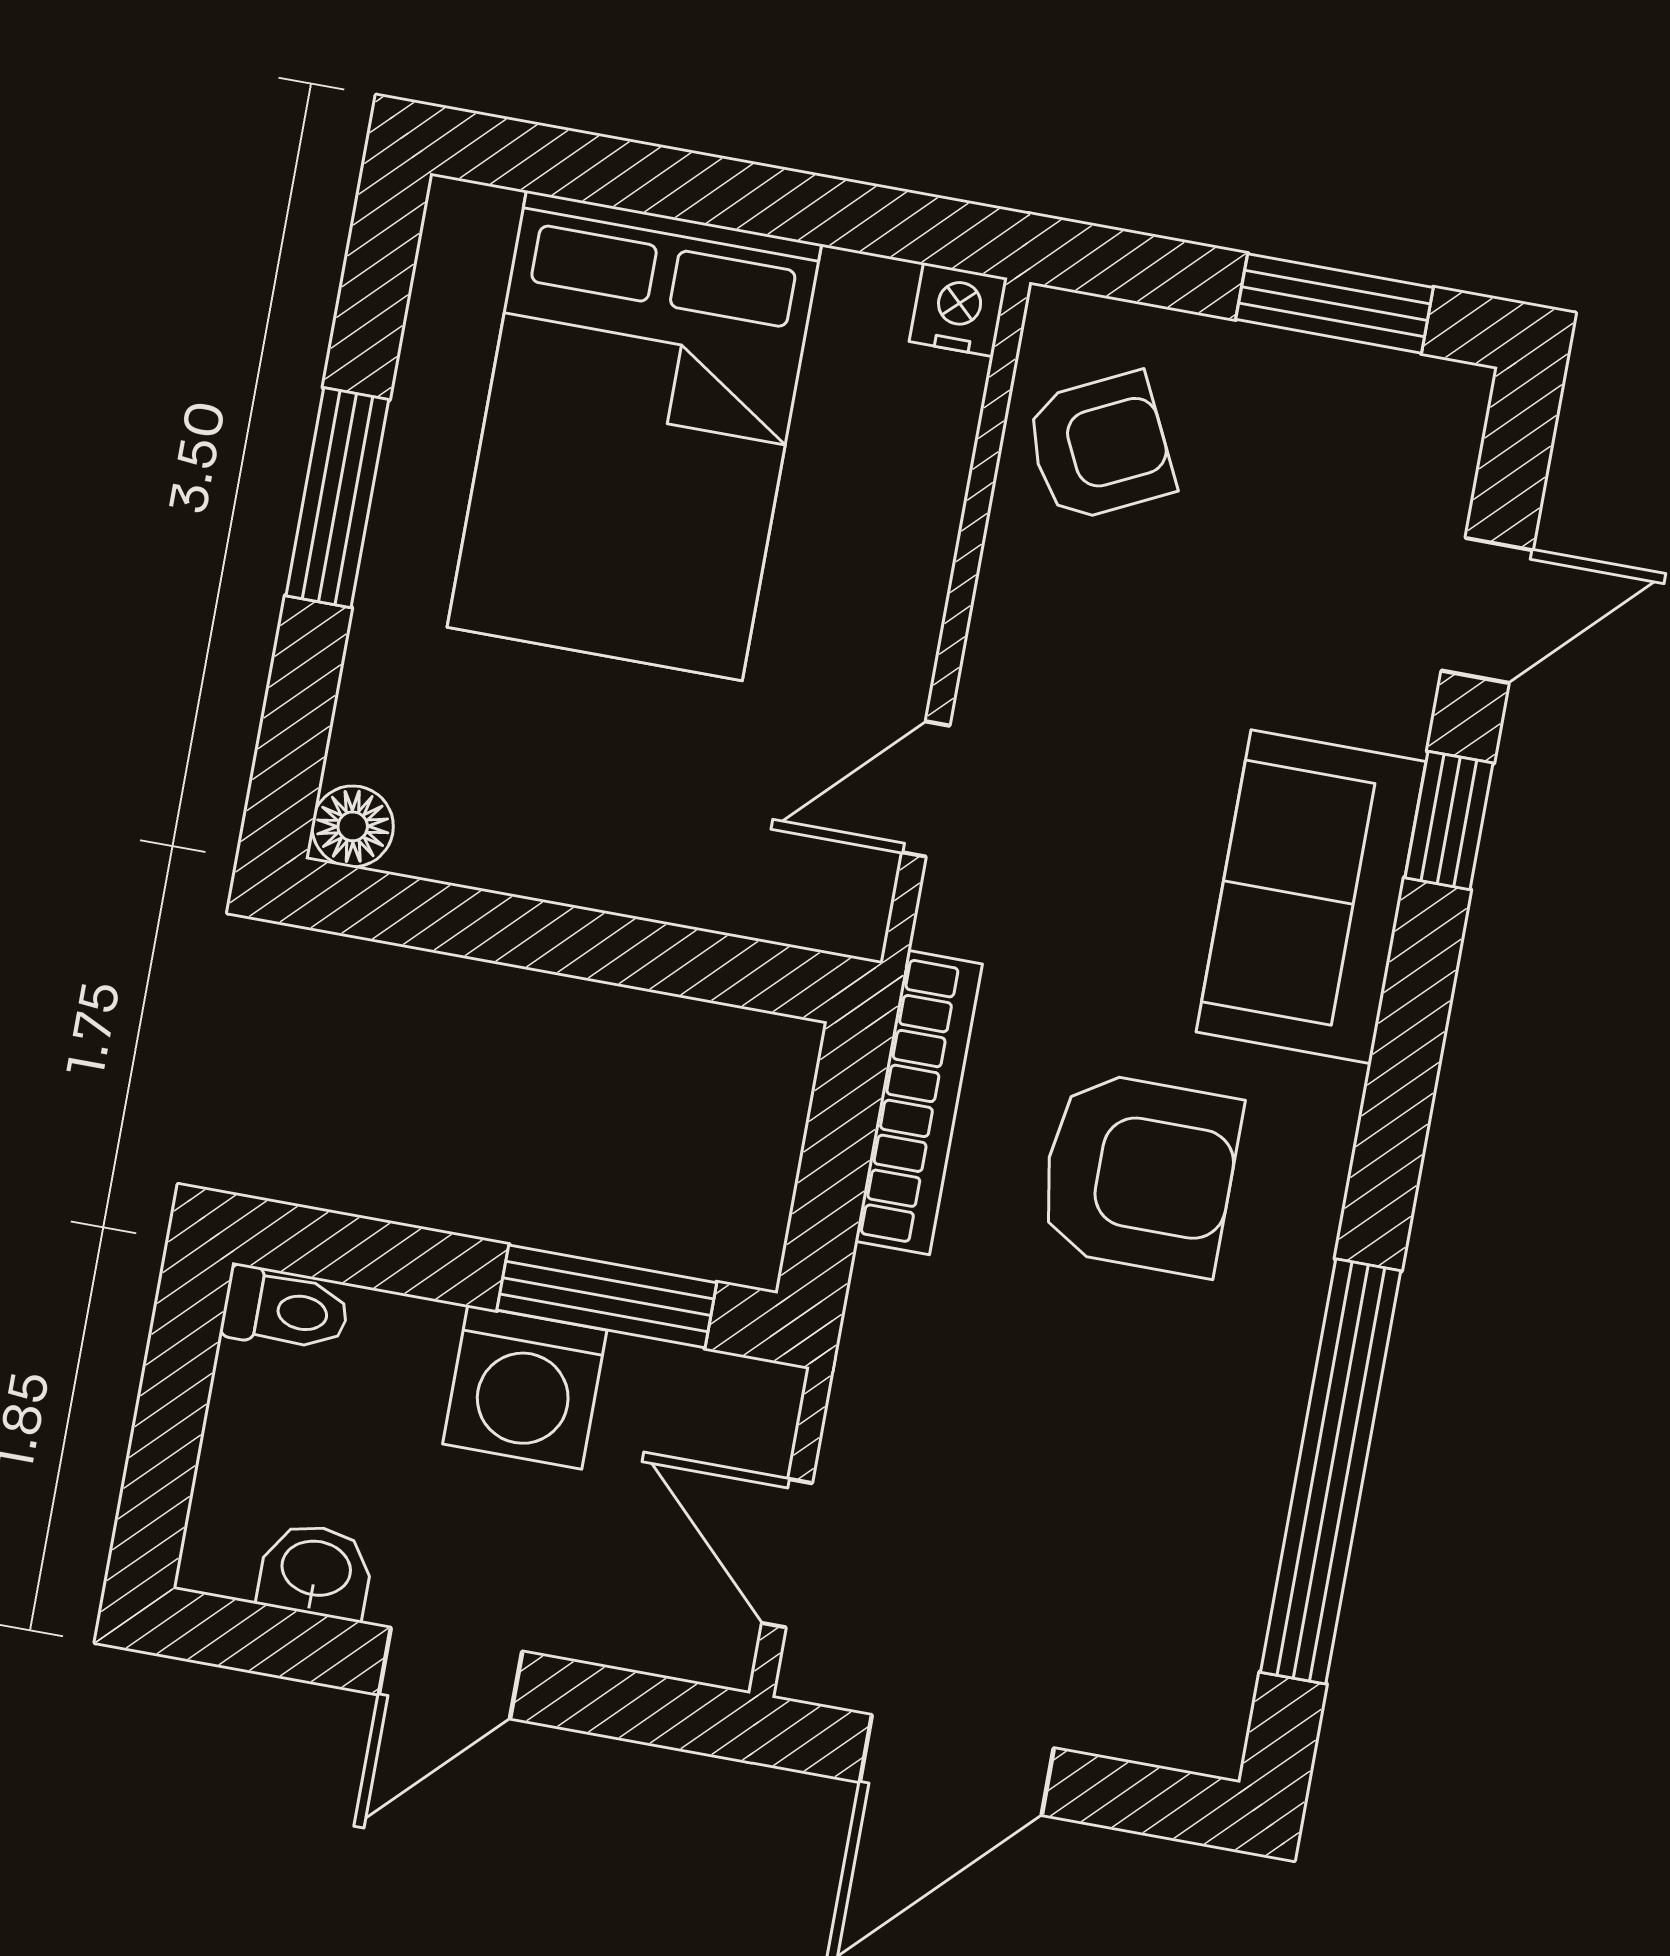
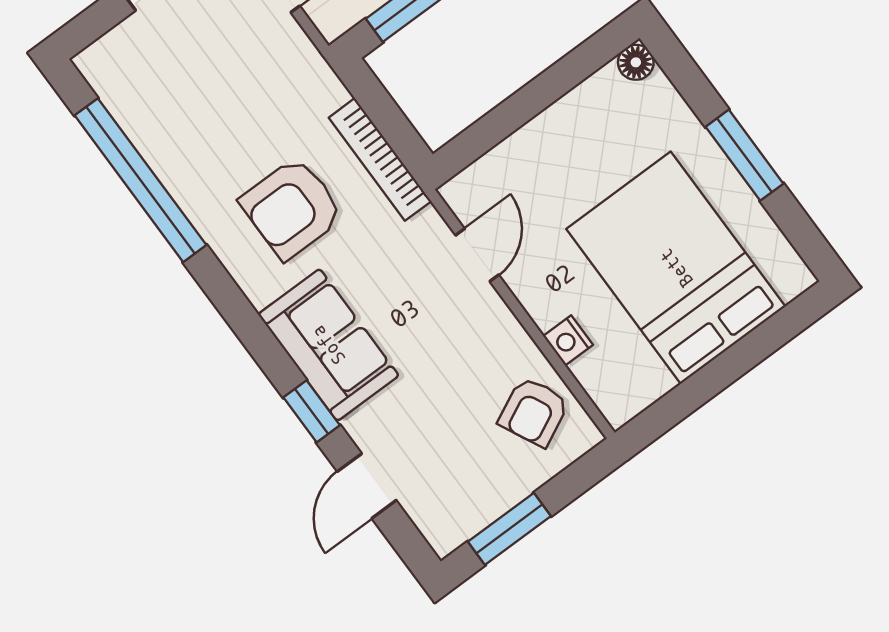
nightstand: (958, 310) -> (568, 340), moved, turned 90

